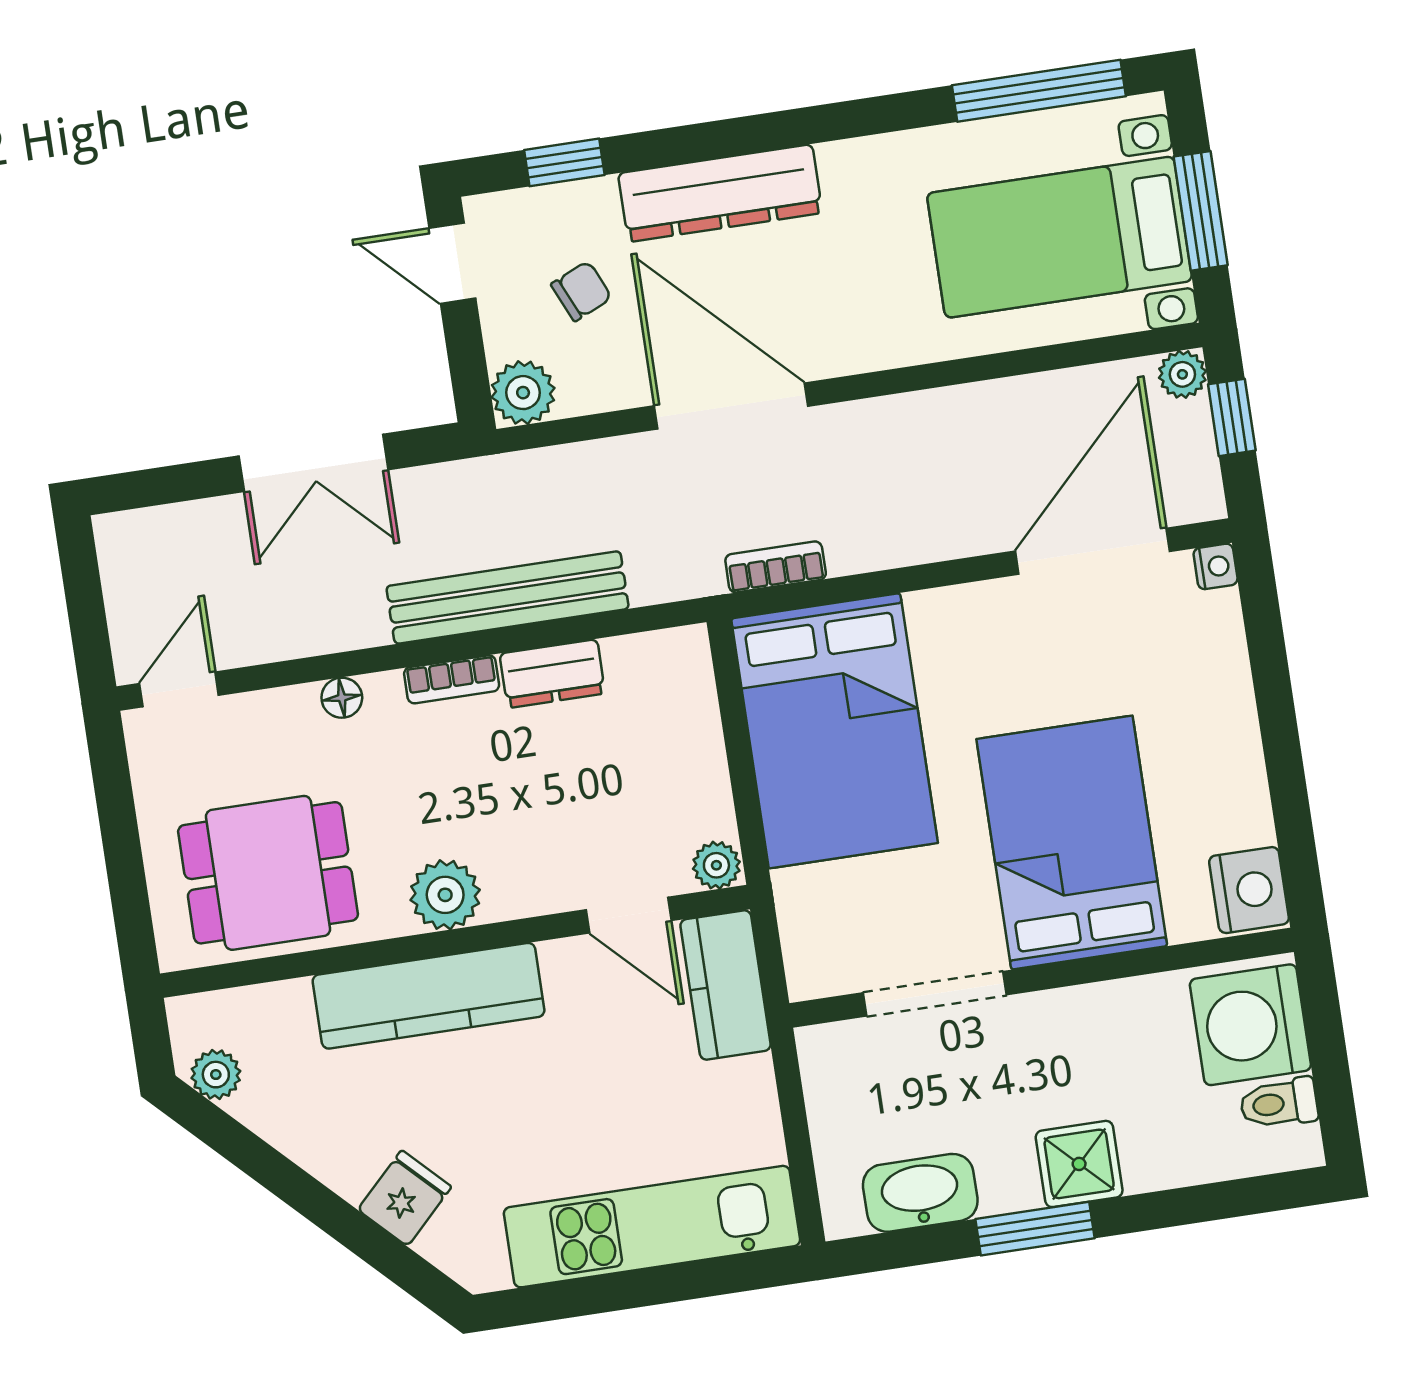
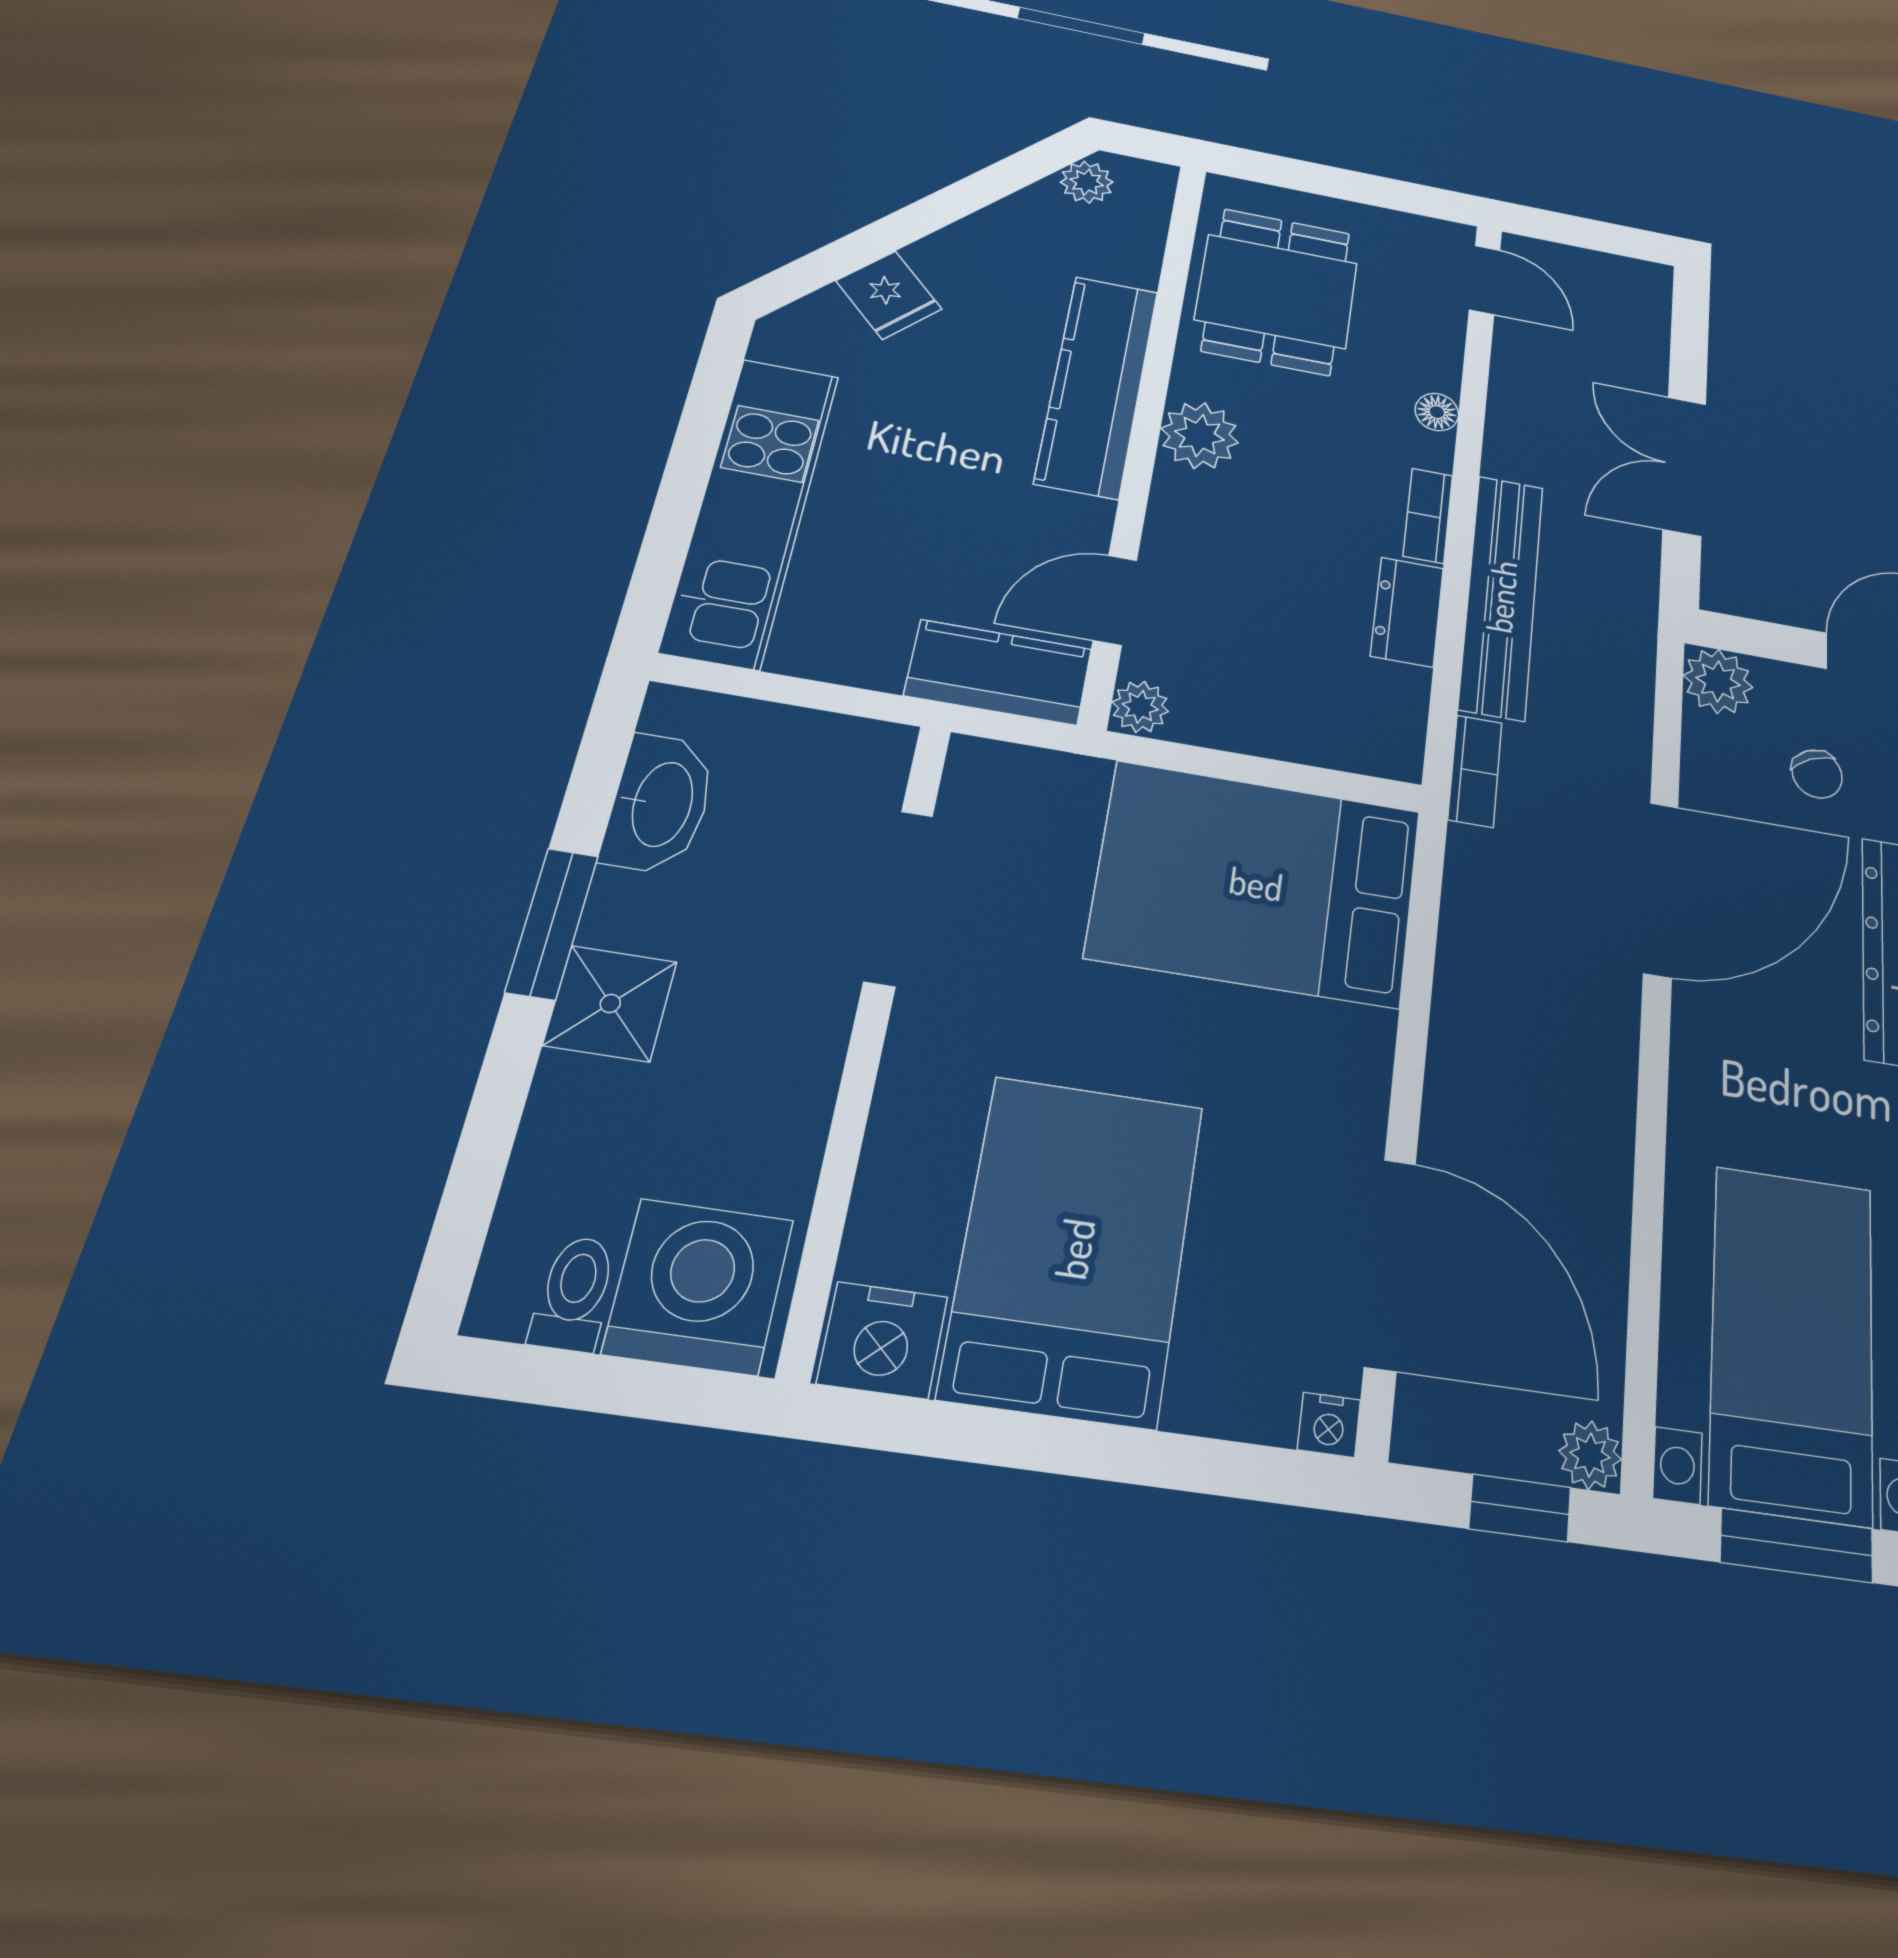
bookcase: (776, 567) -> (1475, 771), moved
bed: (1072, 842) -> (1074, 1249), moved, turned -90

